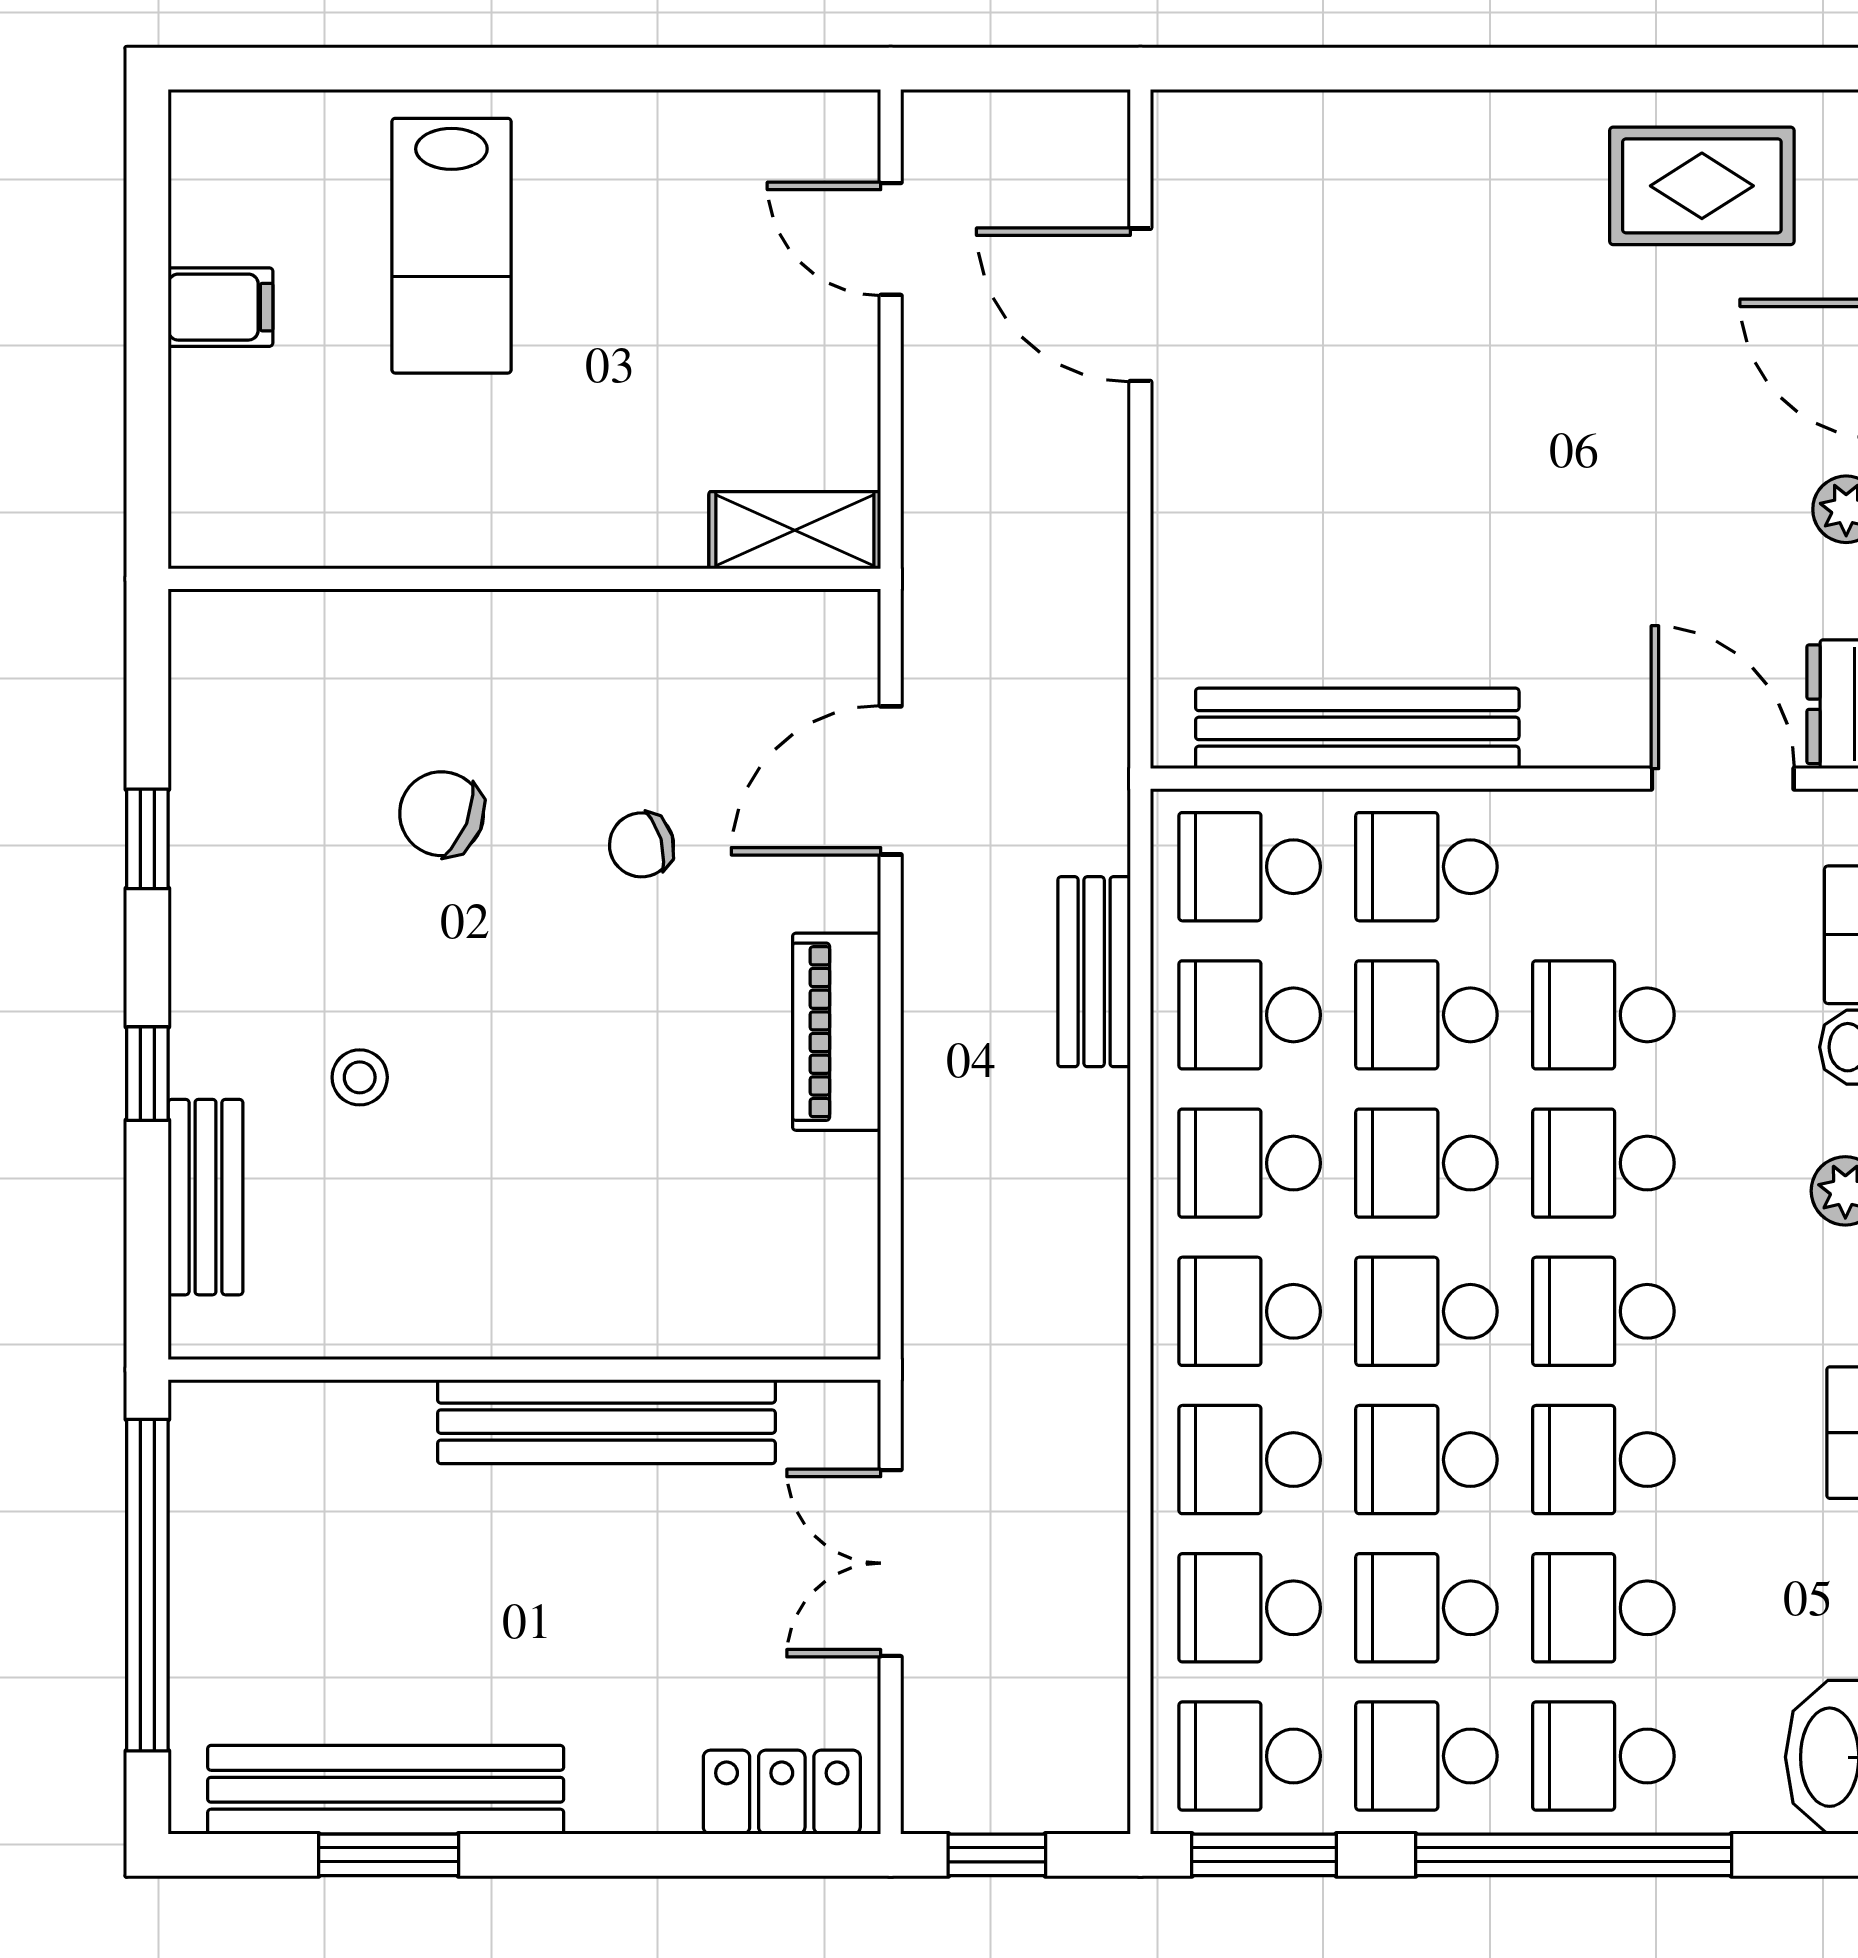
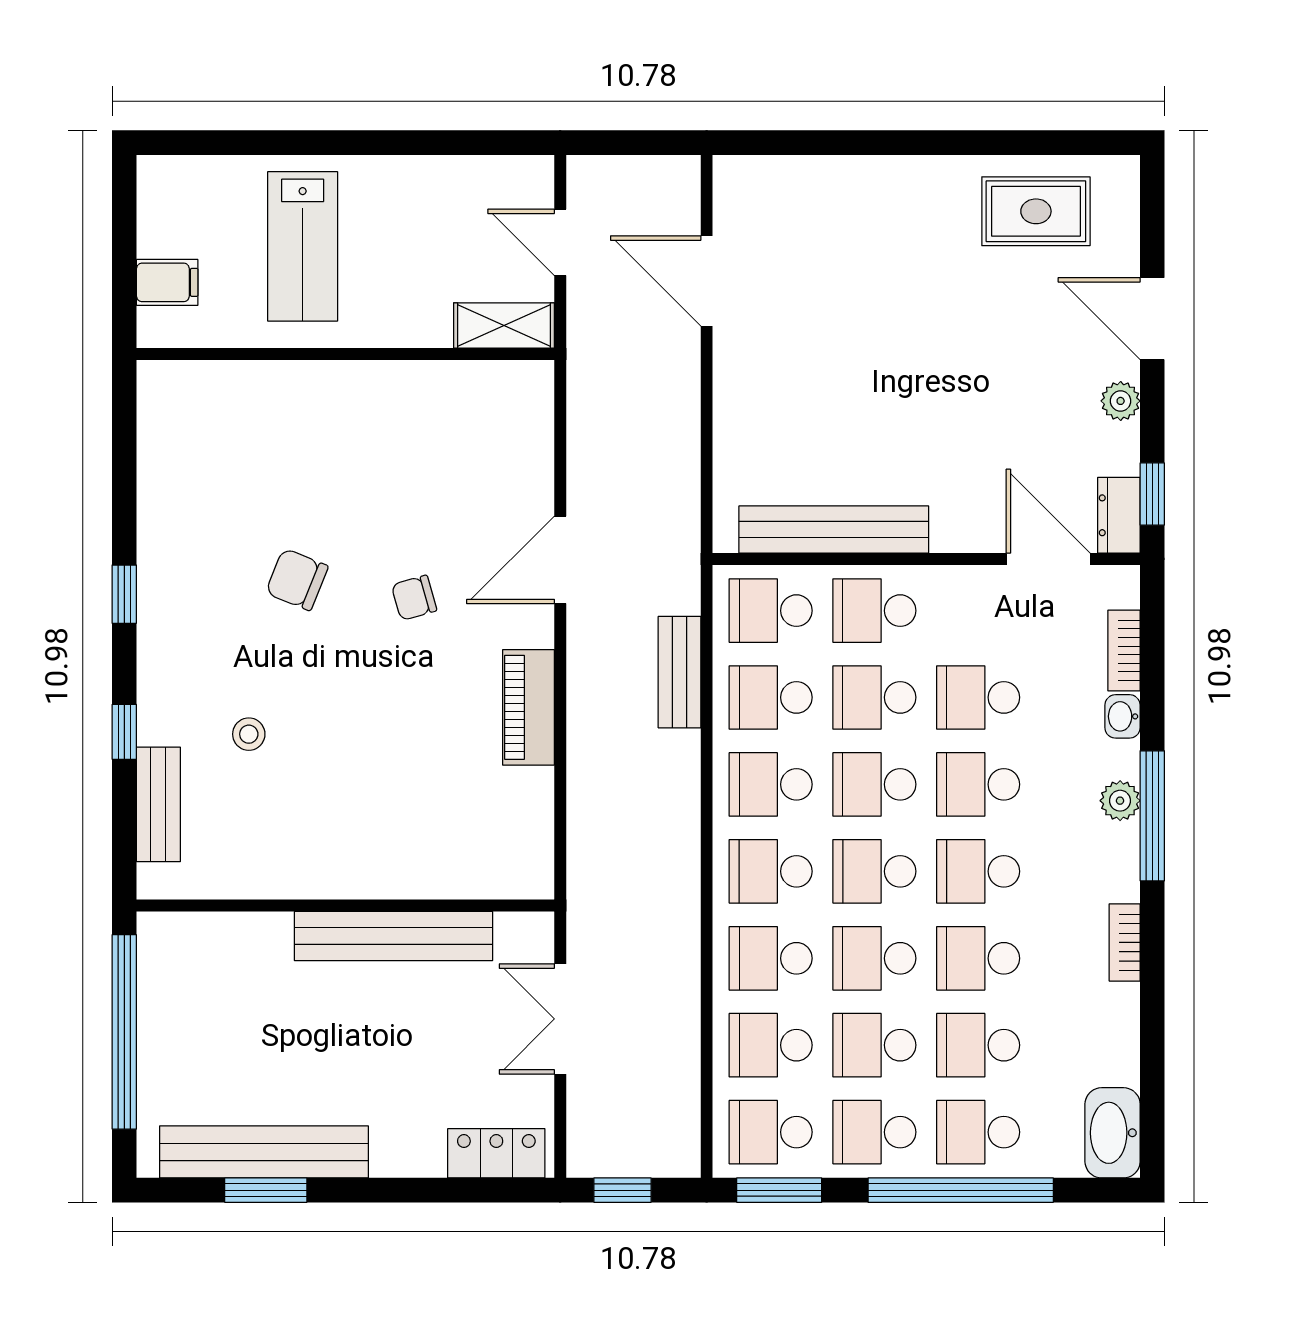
shelving: (795, 530) -> (504, 325), moved
wall: (524, 579) -> (345, 354), moved

